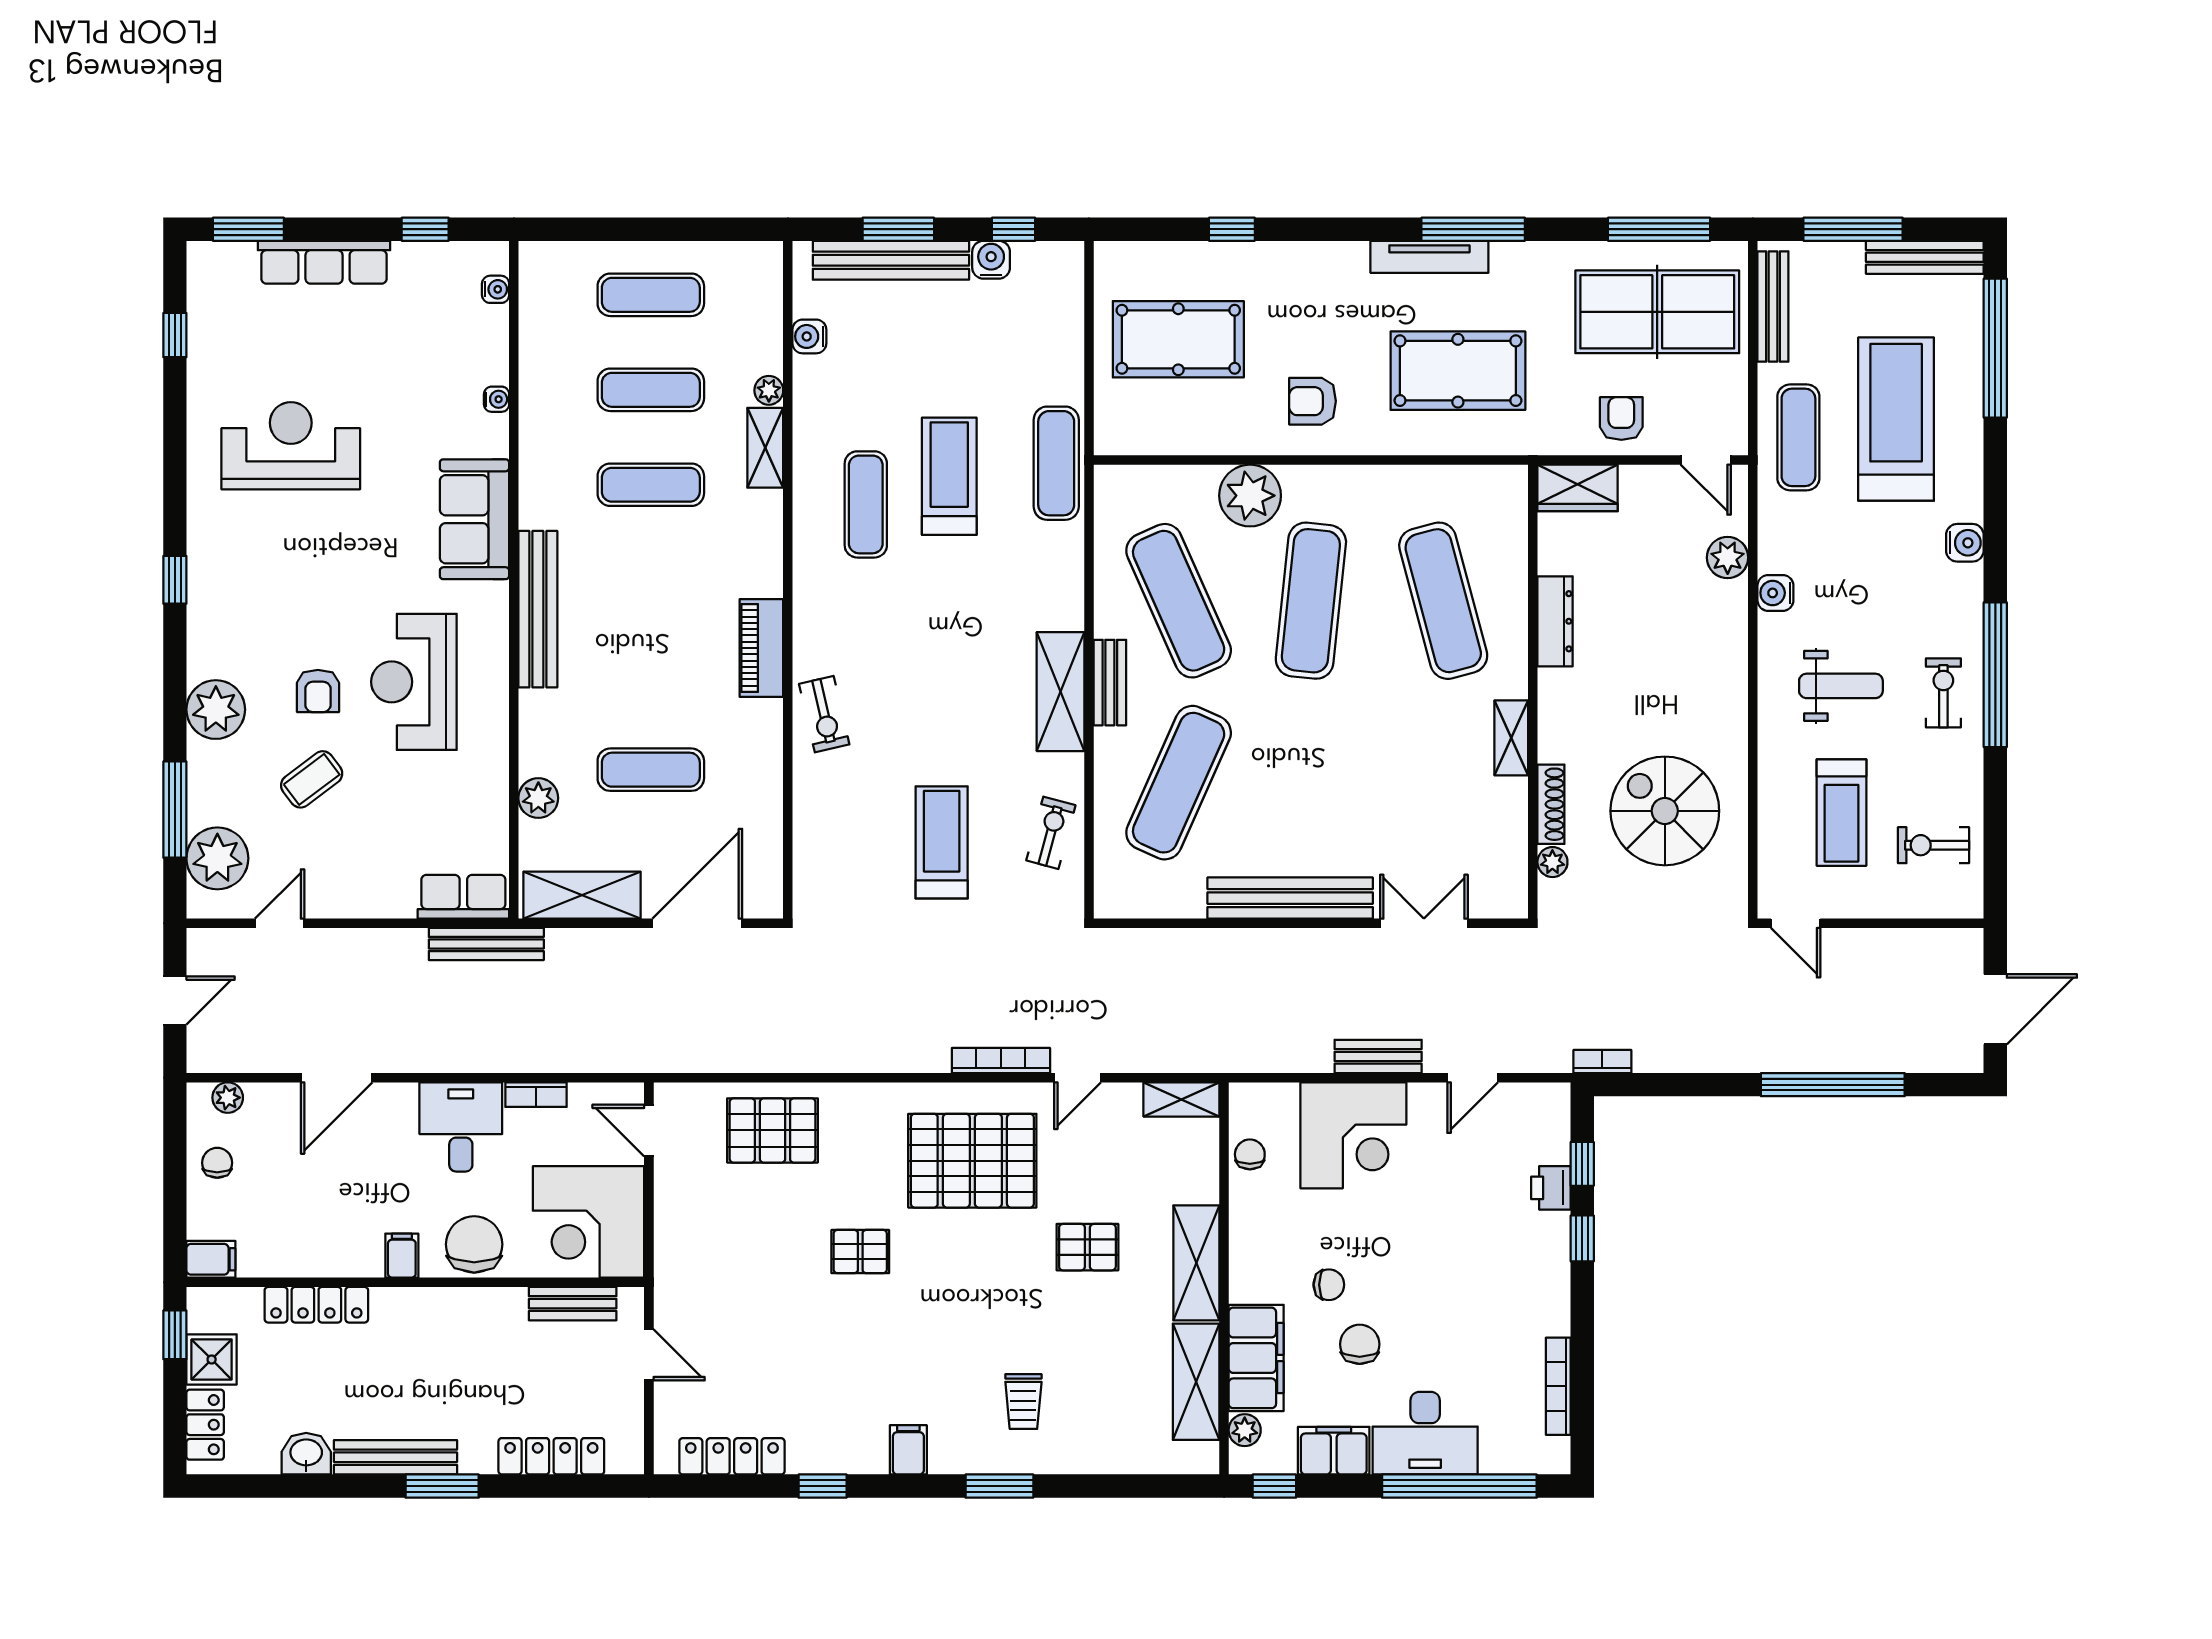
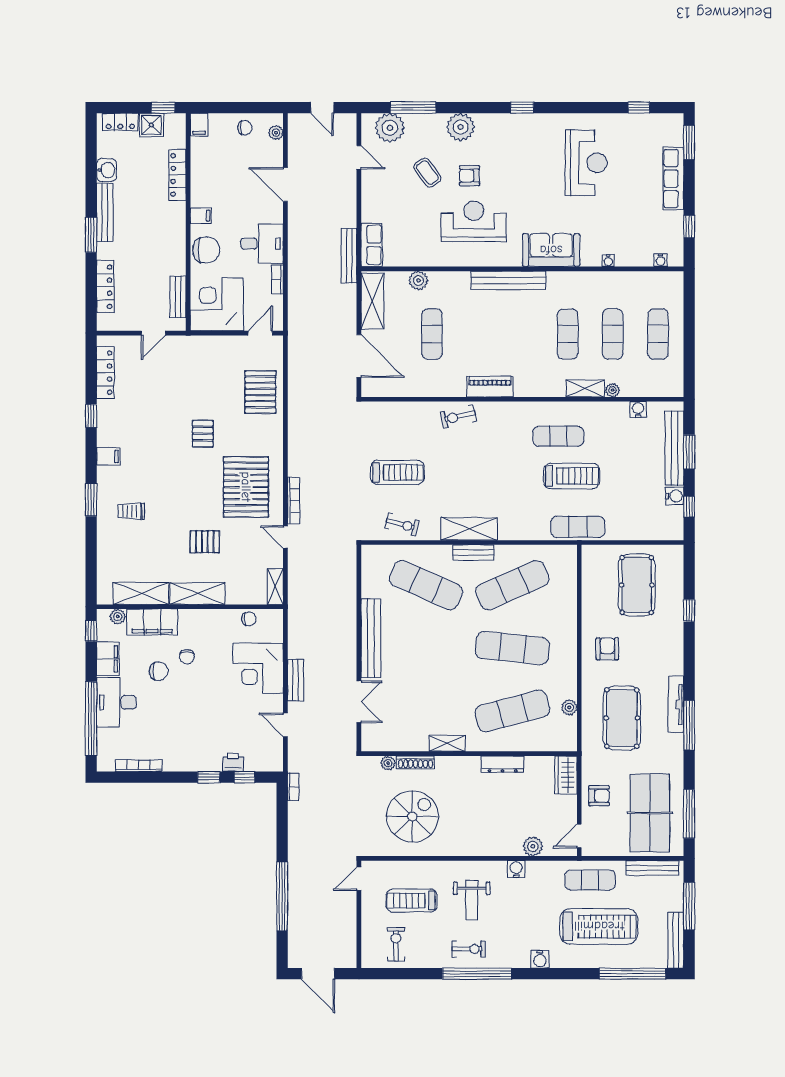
plant: (1250, 496) -> (569, 707), moved, width x0.53, depth x0.53
pallet: (1087, 1247) -> (205, 542), turned 90

